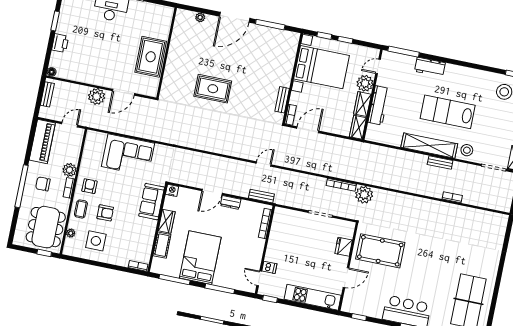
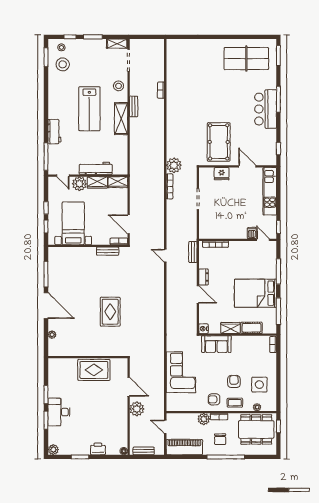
bed with nightstands: (322, 67) -> (73, 223), width x0.73
shelving: (429, 146) -> (121, 119), width x0.68
door: (259, 278) -> (263, 240), swing flipped

